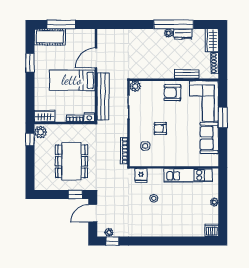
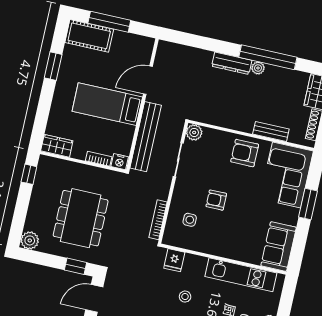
dresser: (183, 34) -> (232, 63), moved, width x1.44
plant: (41, 132) -> (30, 240), moved
sofa: (209, 138) -> (279, 247), moved

